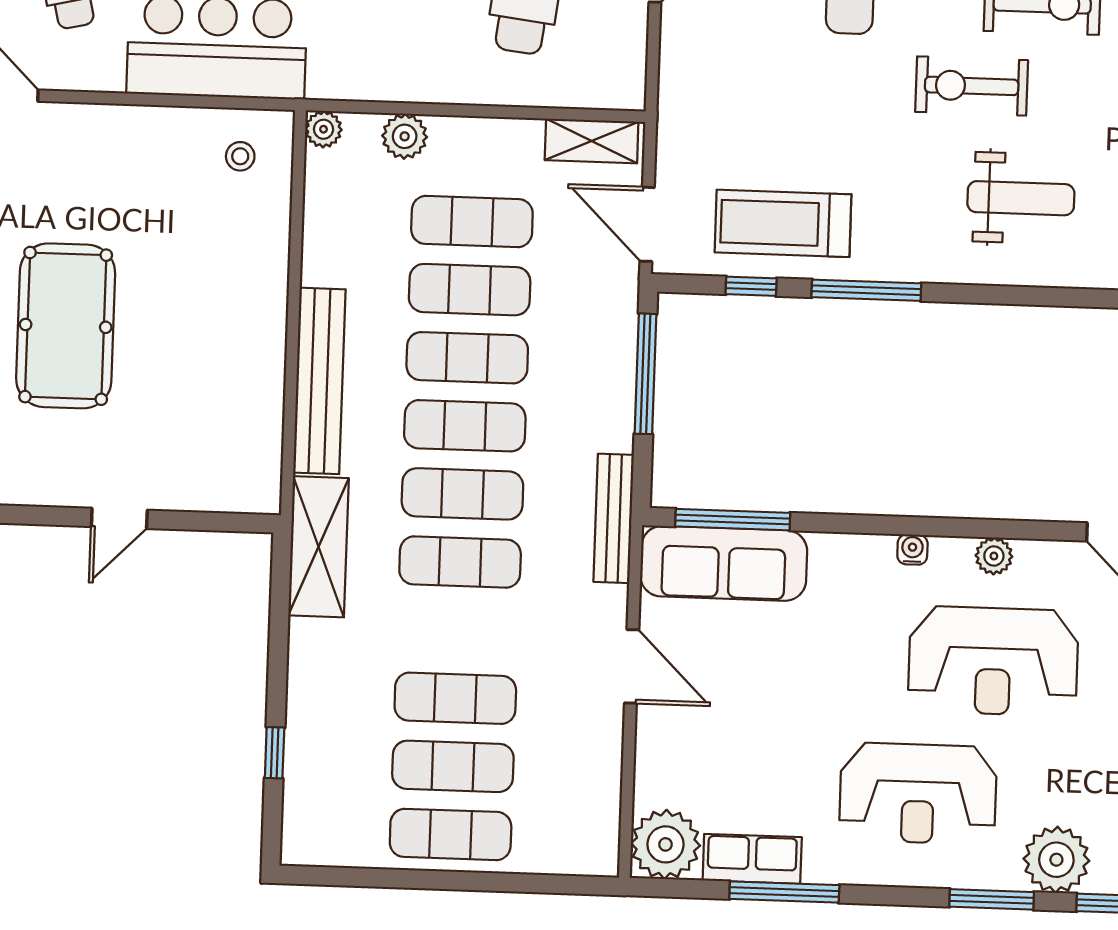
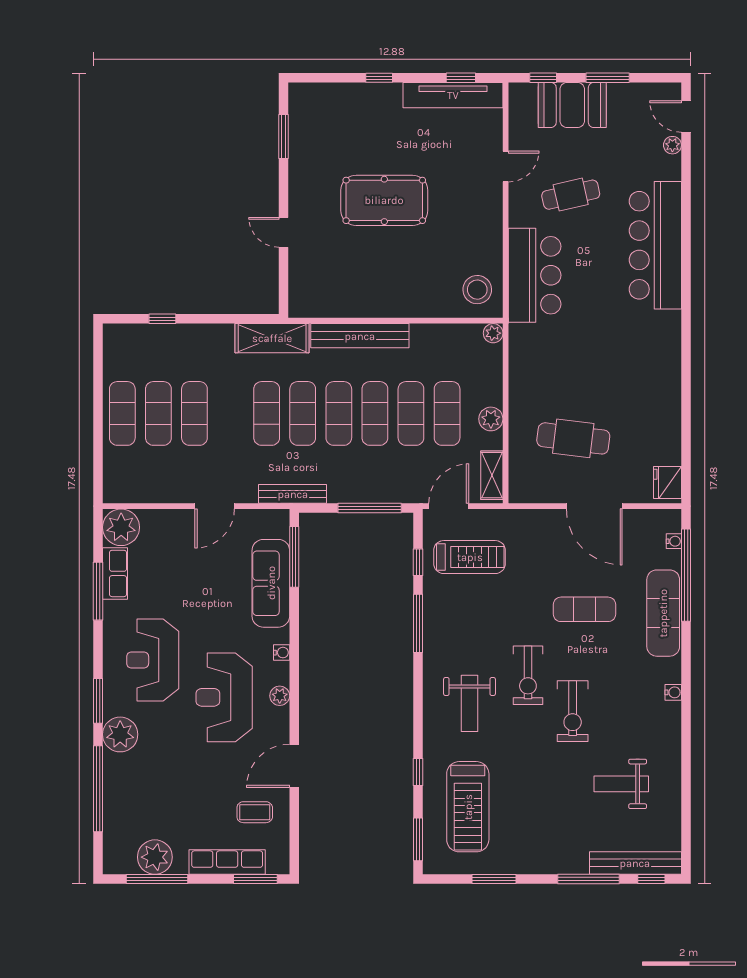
exercise bike: (972, 86) -> (528, 675), turned 180
plant: (405, 136) -> (491, 419), moved
stool: (240, 156) -> (477, 290), width x1.89, depth x1.89
treadmill: (783, 223) -> (470, 557), moved, turned 90
sofa: (724, 563) -> (271, 583), moved

